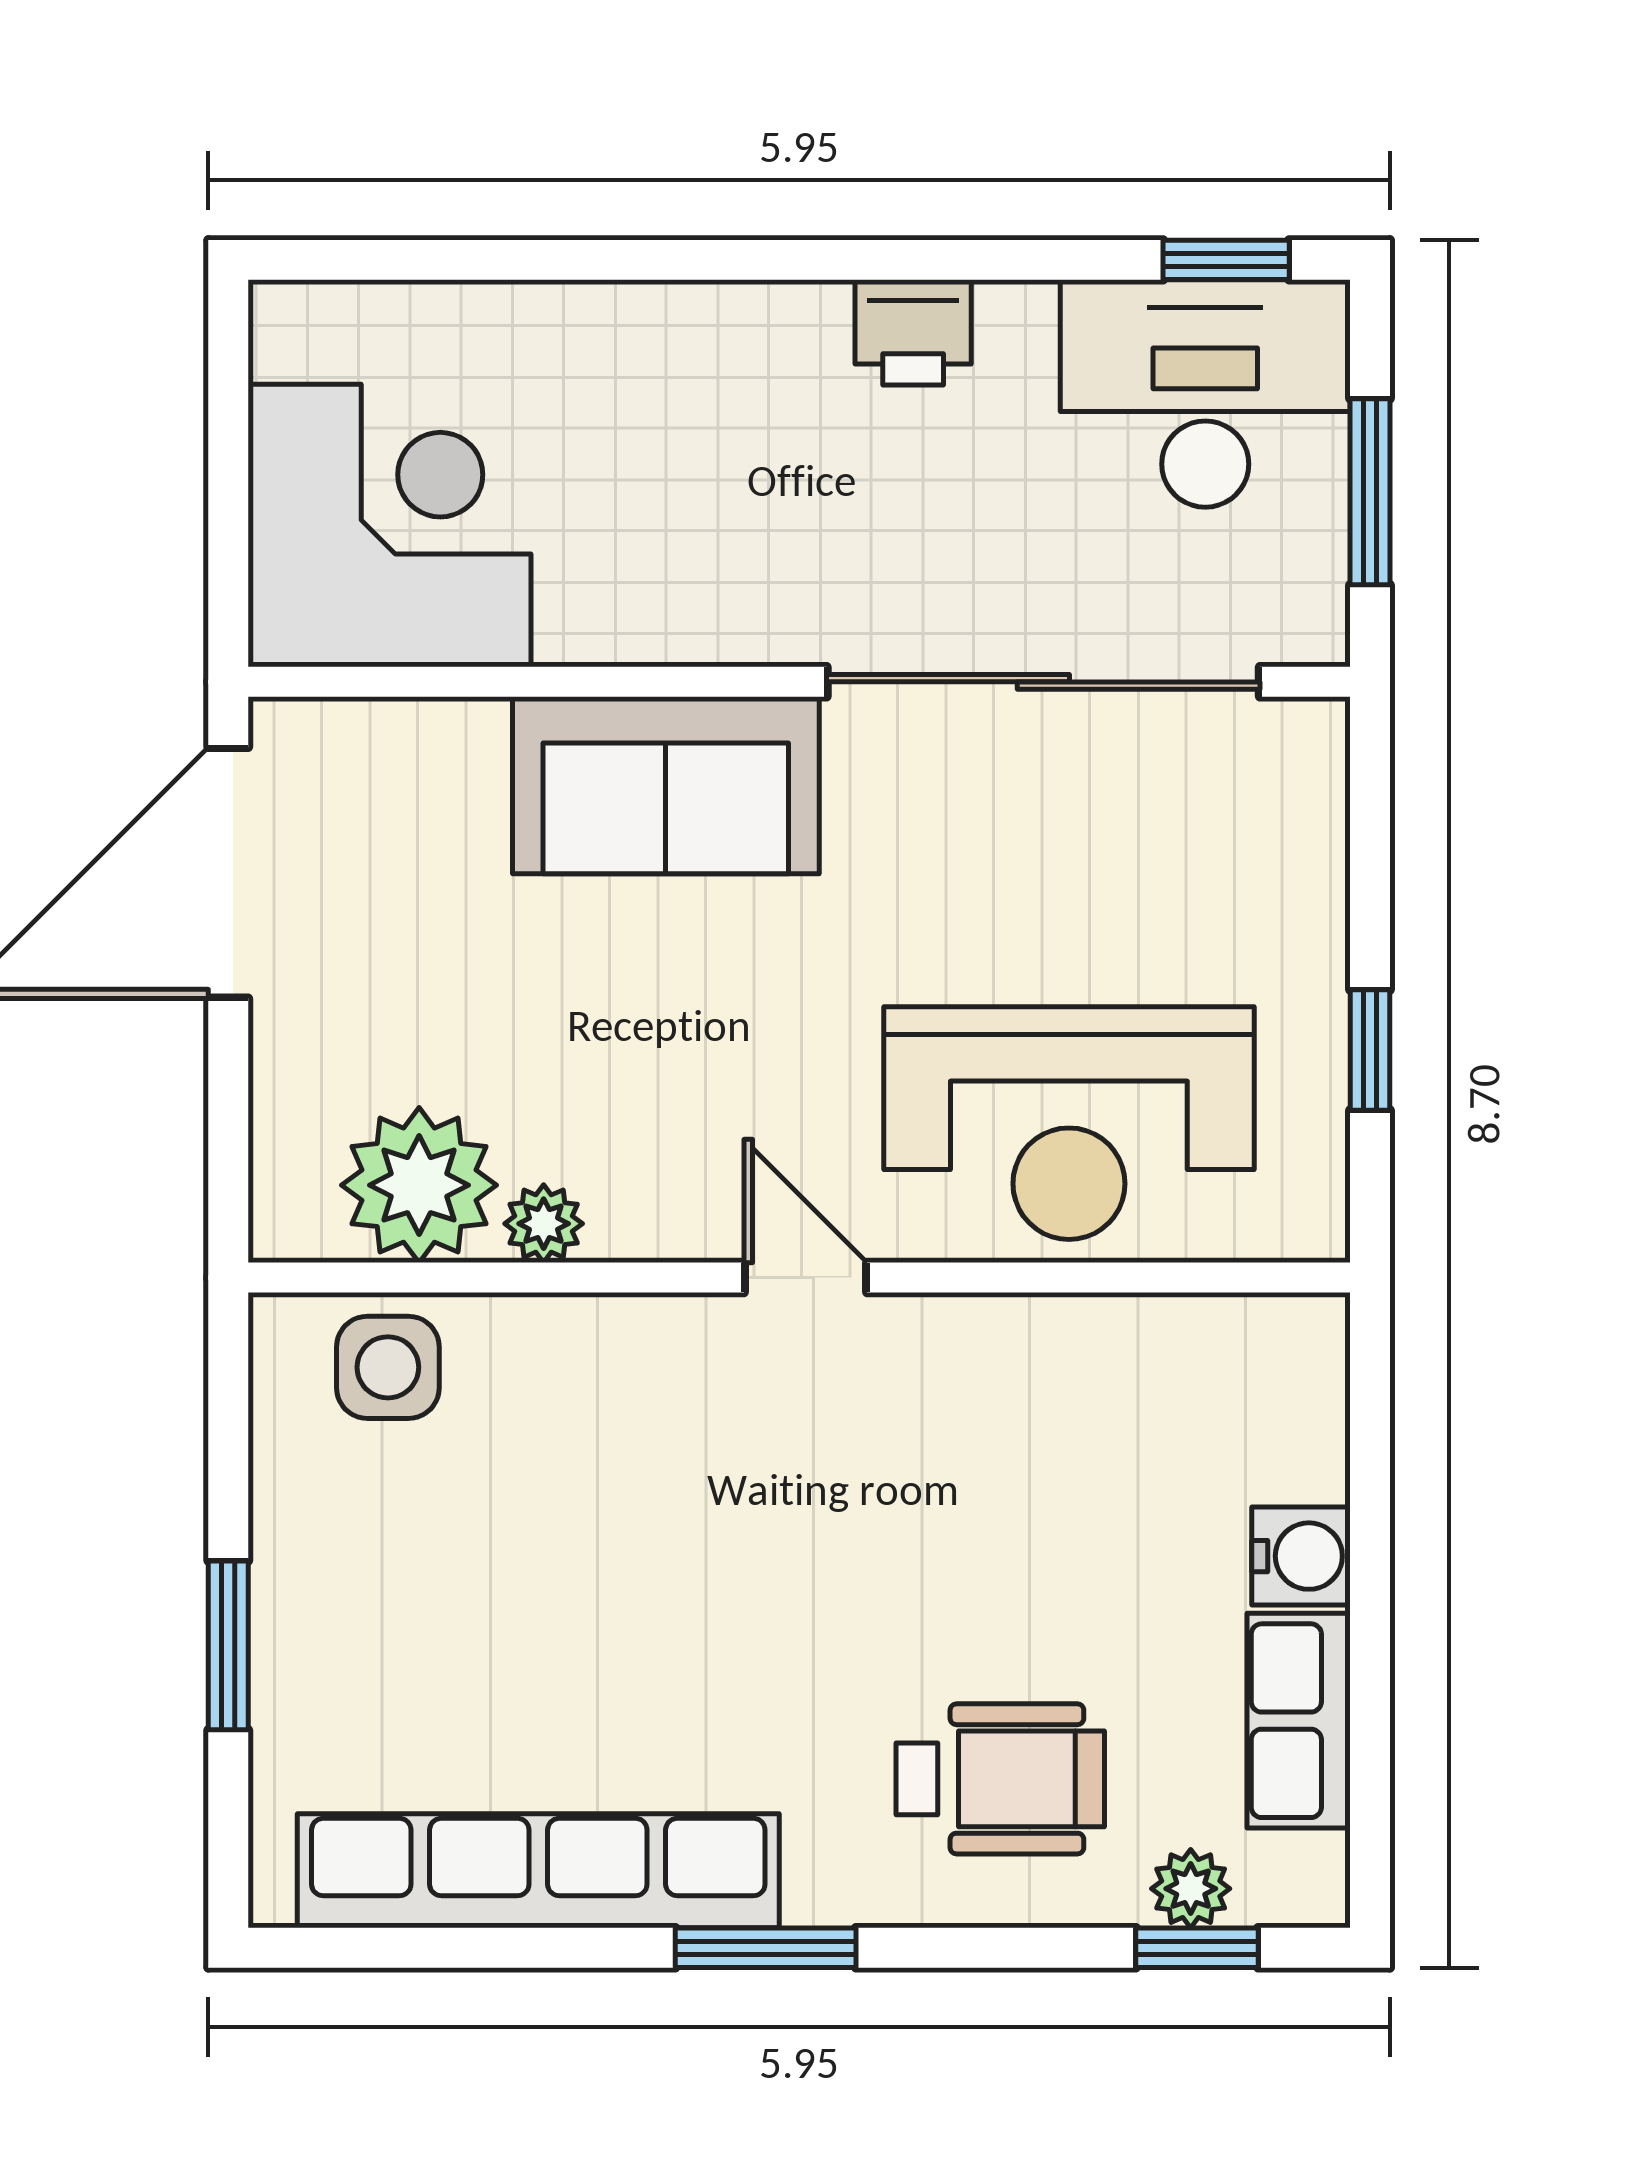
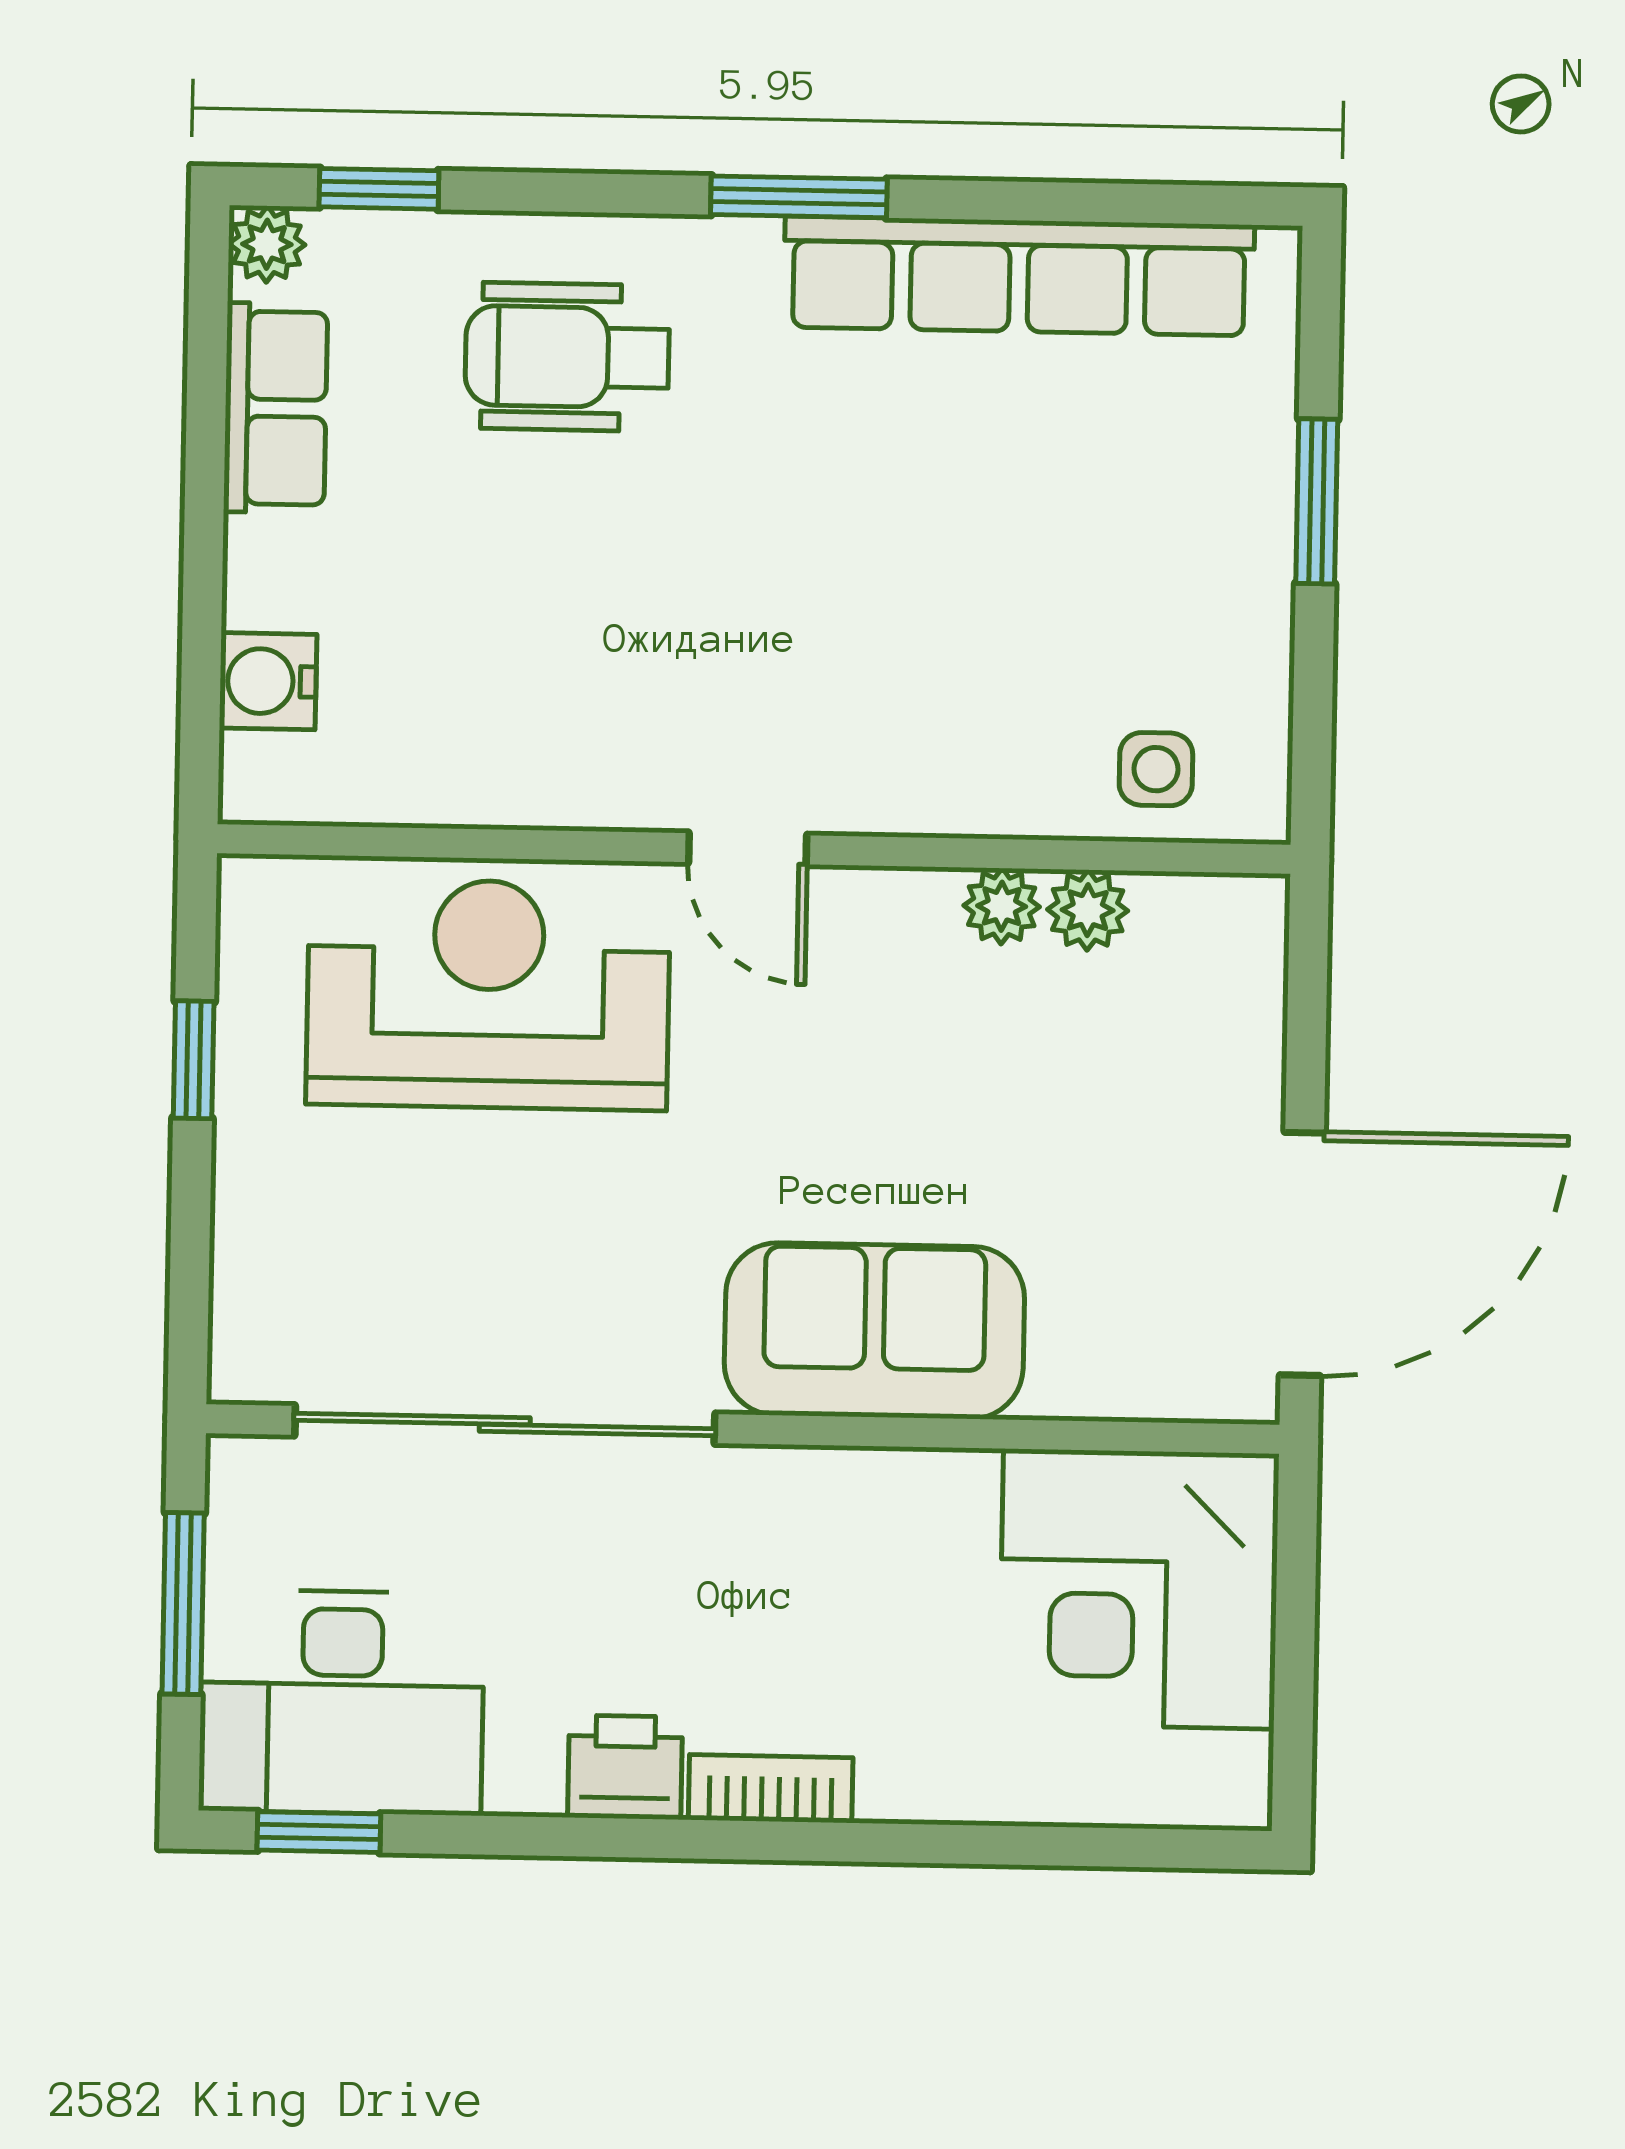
bookcase: (763, 313) -> (771, 1789), added
plant: (419, 1185) -> (1088, 910), width x0.53, depth x0.53
side table: (388, 1367) -> (1156, 769), width x0.73, depth x0.73
water cooler: (1301, 1556) -> (268, 681), moved
plant: (1191, 1889) -> (267, 244), moved

